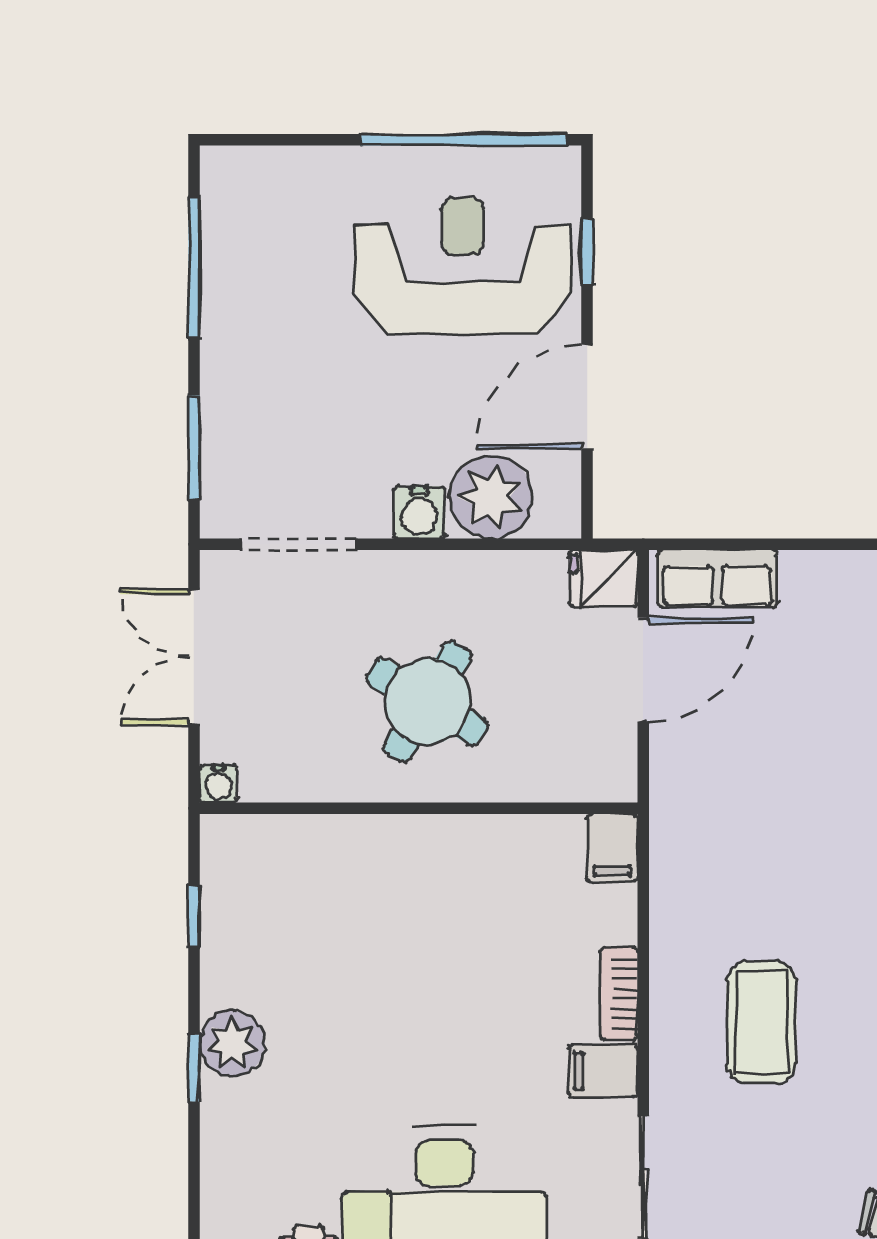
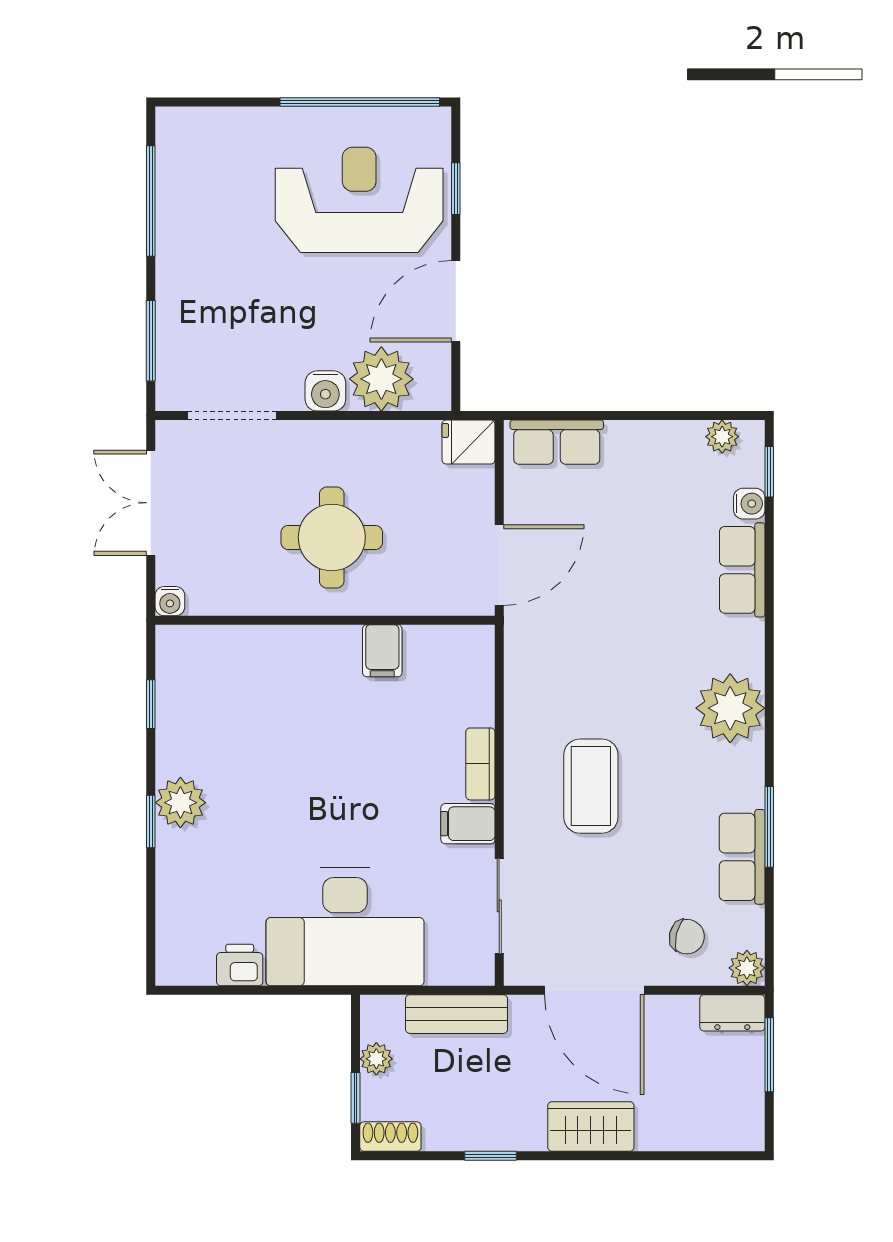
door: (643, 670) -> (499, 565), moved
round table: (427, 702) -> (332, 537), turned -31
filing cabinet: (612, 848) -> (382, 651), moved

